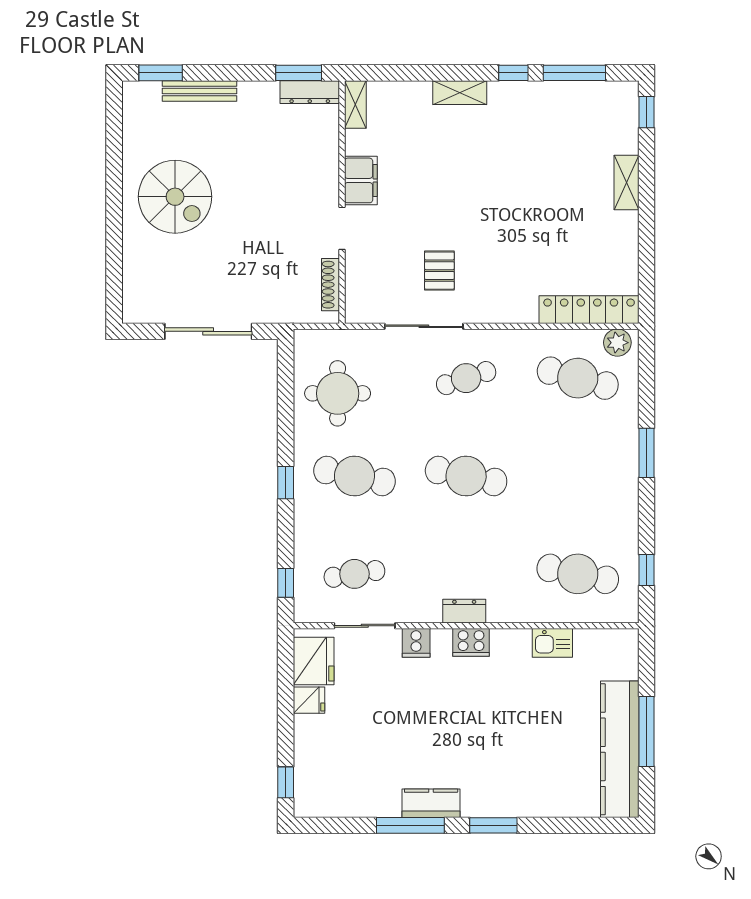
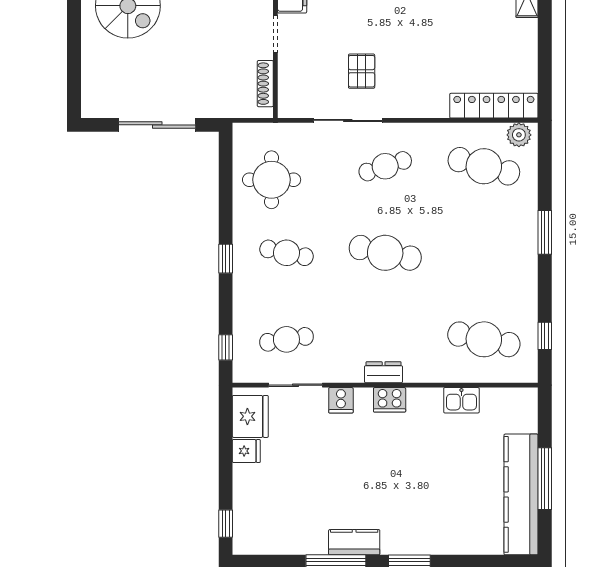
cafe table: (354, 476) -> (286, 253), width x0.73, depth x0.74

